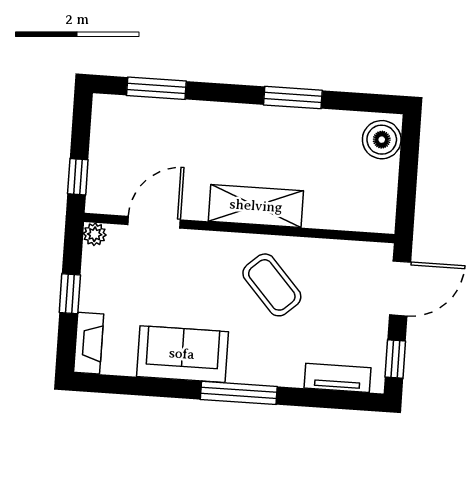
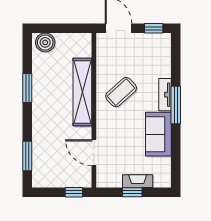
shelving: (256, 206) -> (82, 92), width x1.47
plant: (95, 234) -> (102, 182), removed
fireplace: (89, 343) -> (138, 181), moved
tv unit: (337, 378) -> (165, 95), moved

